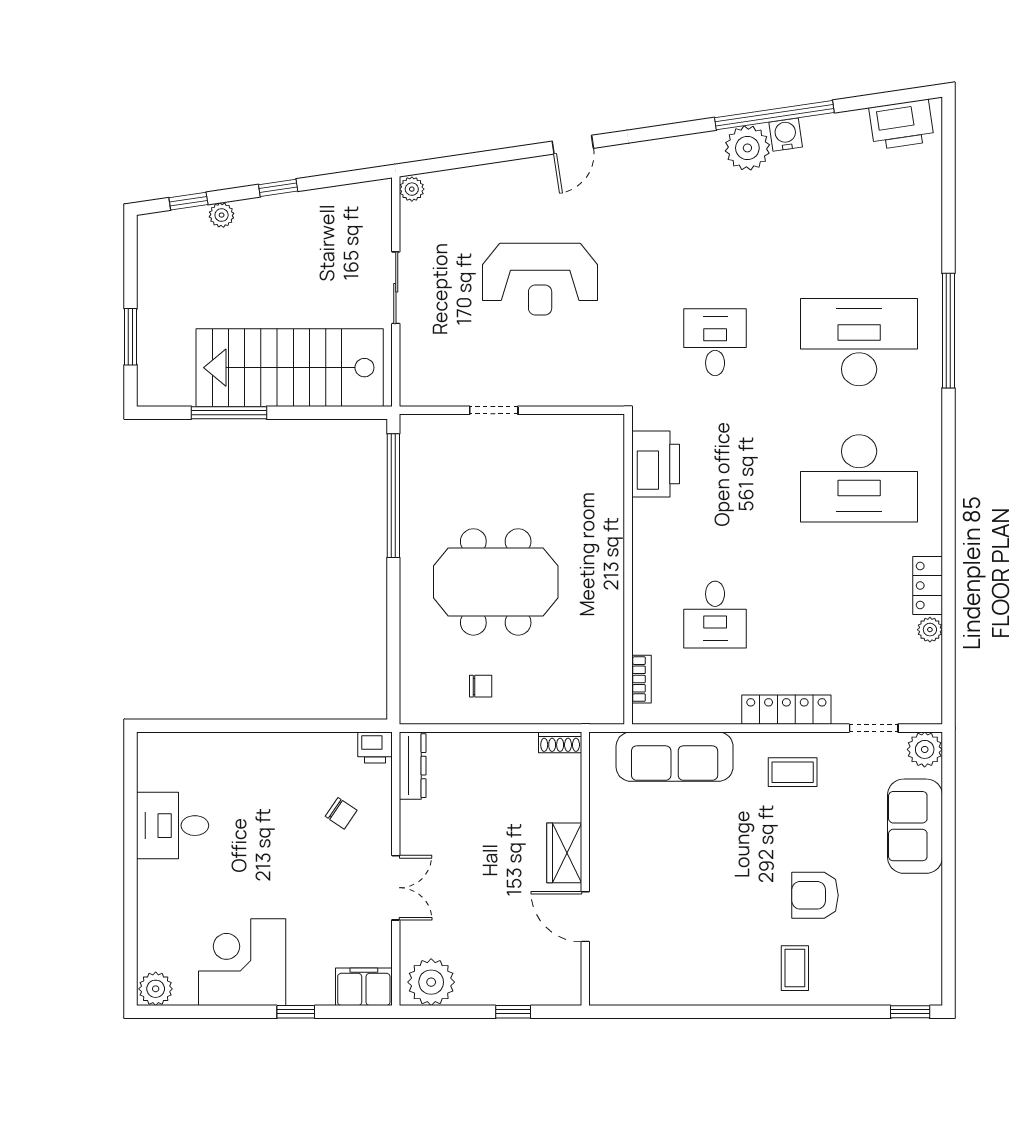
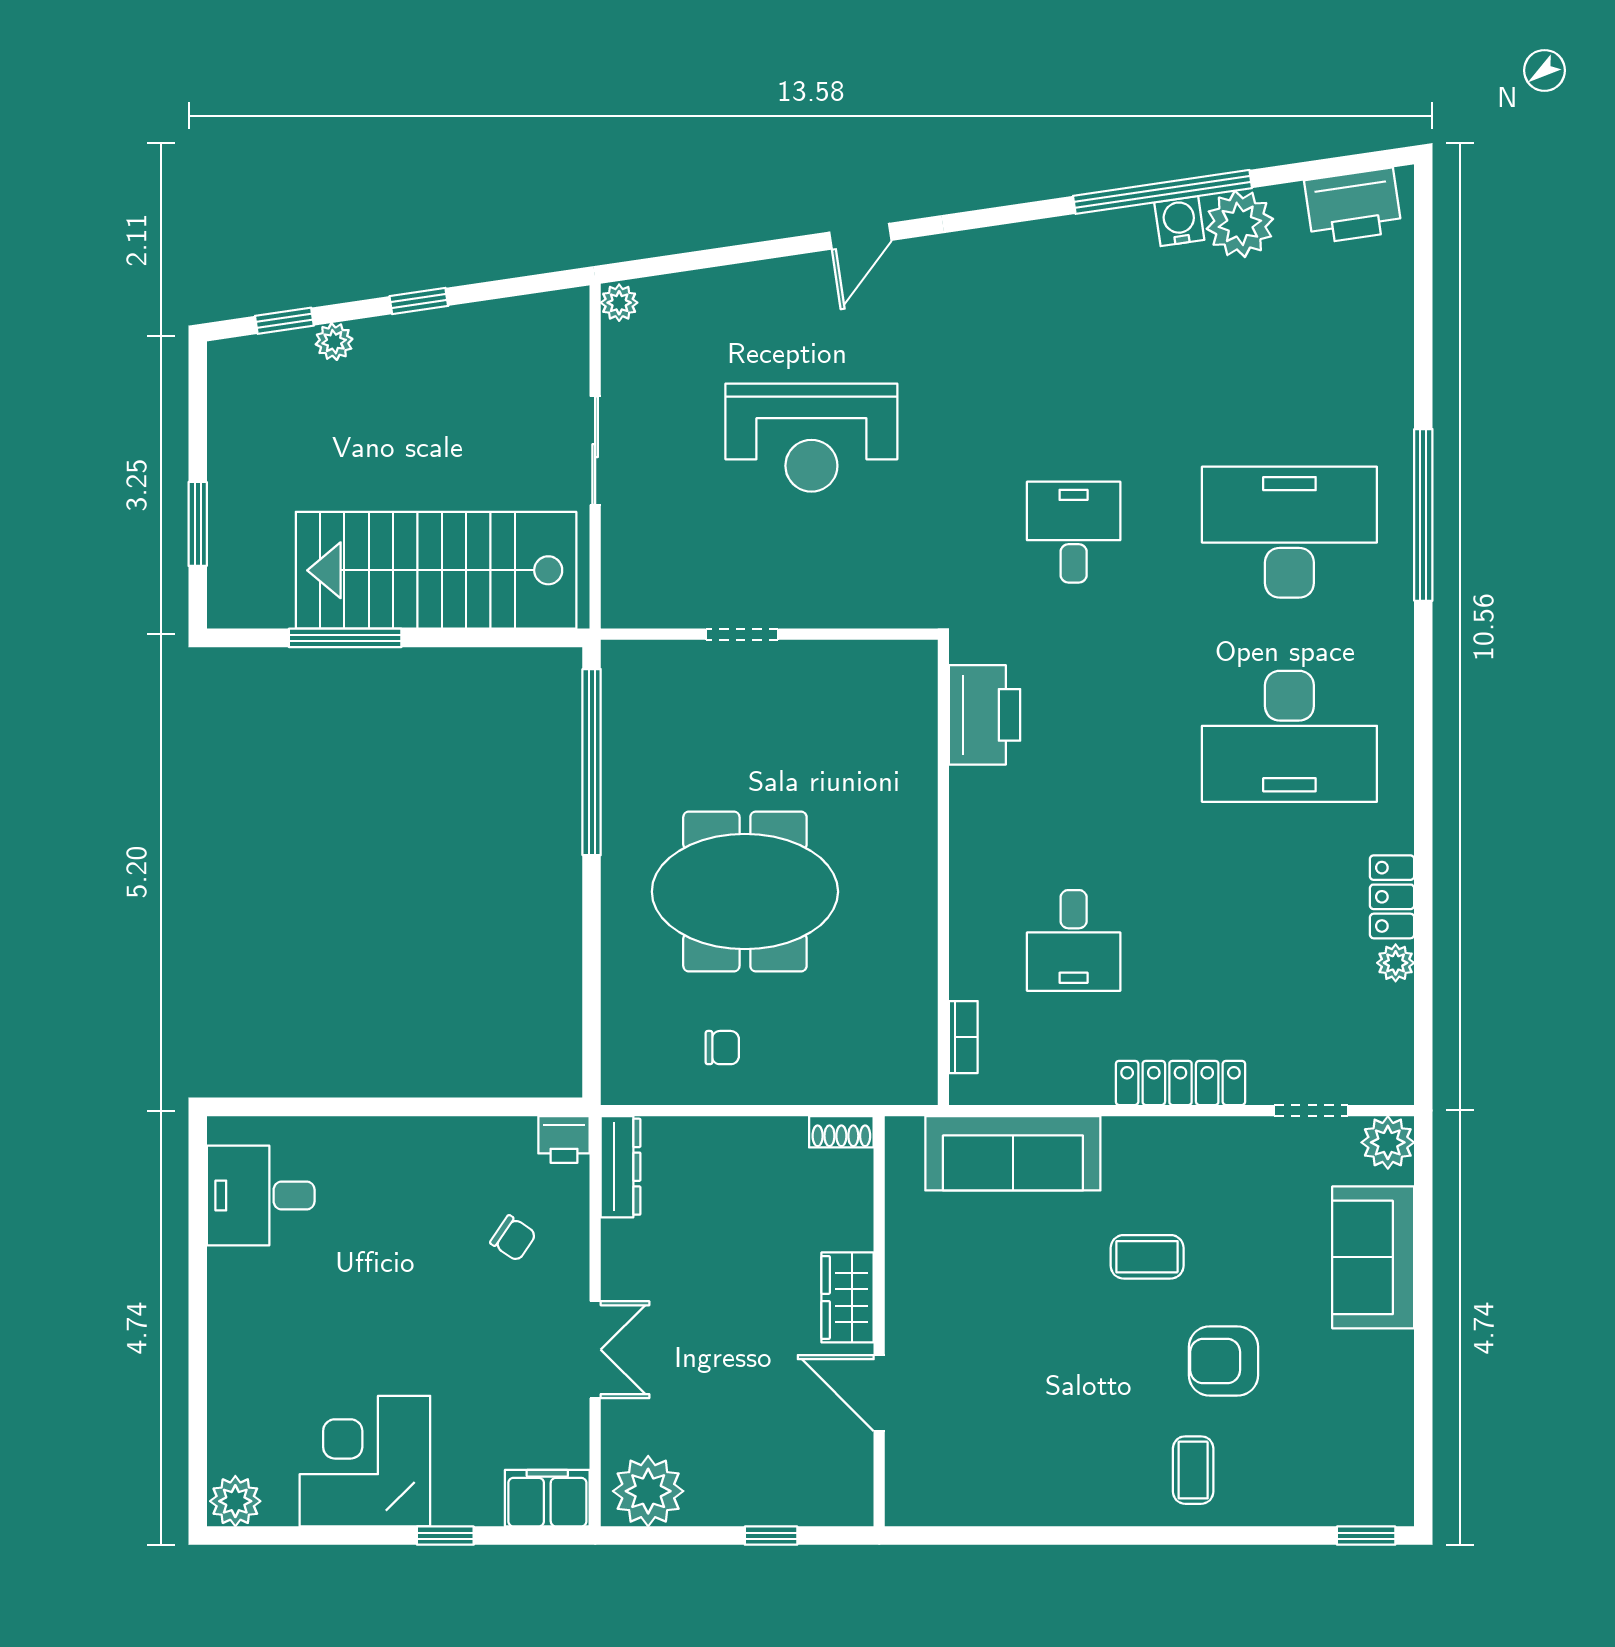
plant: (747, 148) -> (1240, 224), moved
coffee table: (793, 772) -> (1147, 1257), moved
desk: (173, 826) -> (261, 1195), moved

